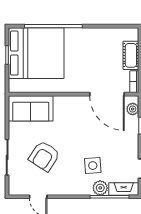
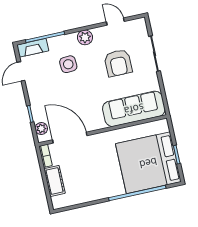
sofa: (31, 108) -> (134, 109), width x1.36
armchair: (44, 156) -> (118, 63), turned 147
plant: (100, 188) -> (85, 37), moved

